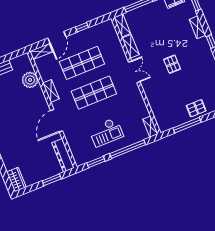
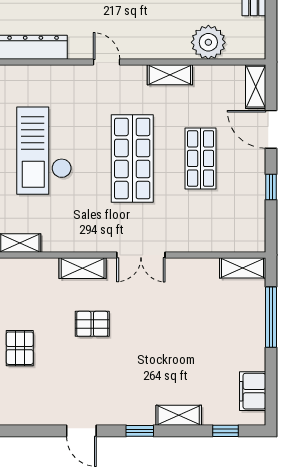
shelving: (131, 46) -> (83, 268), moved
shop shelf: (82, 63) -> (201, 158), width x0.70, depth x0.74
pallet: (172, 64) -> (92, 324), moved
door: (57, 121) -> (107, 62), width x0.53
checkout: (106, 132) -> (44, 151), width x1.36, depth x1.21

